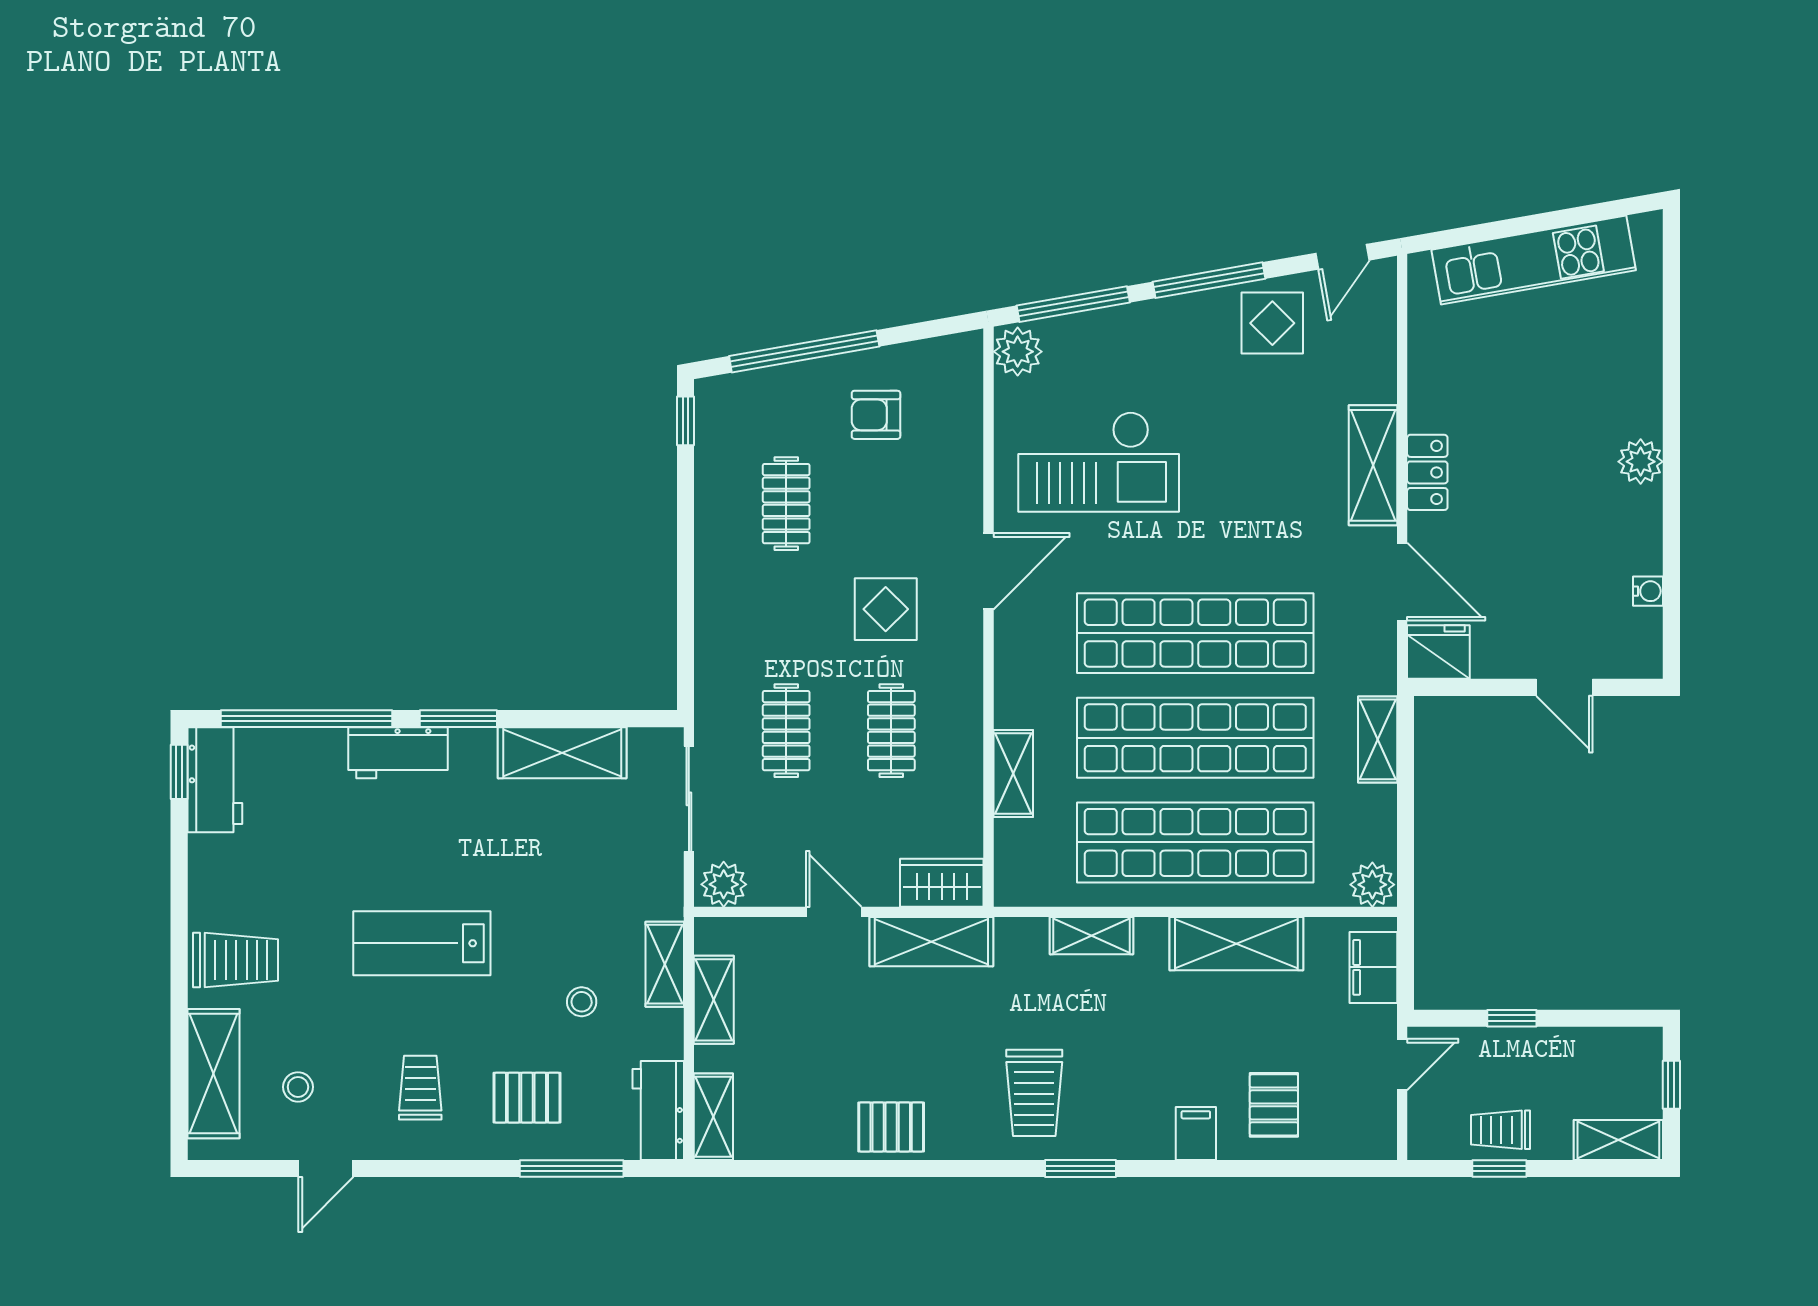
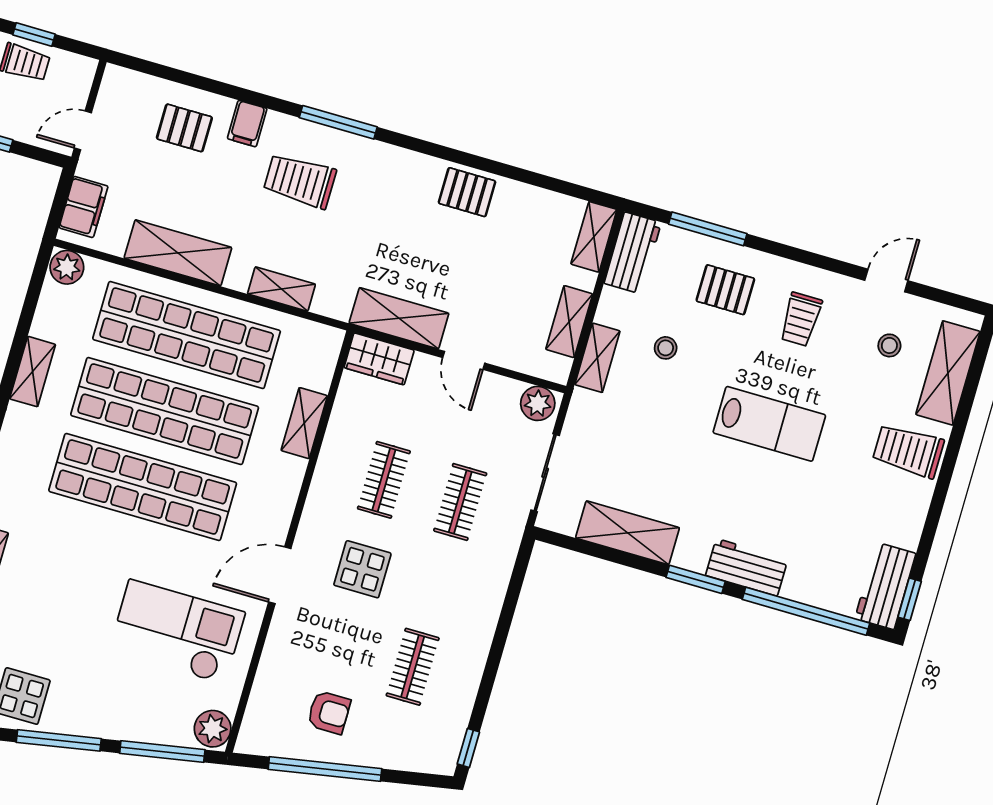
window: (804, 351) -> (325, 769), moved
trolley: (1034, 1093) -> (300, 181), moved, turned -90
pallet: (1274, 1105) -> (184, 128), turned 90
window: (1080, 1168) -> (338, 122), width x1.44

